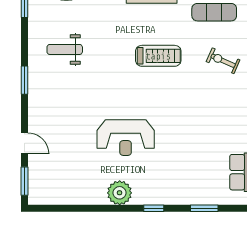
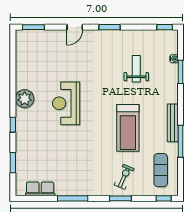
weight bench: (65, 49) -> (136, 69), moved
treadmill: (158, 56) -> (128, 128), width x1.37, depth x1.38
door: (25, 143) -> (75, 27), moved

